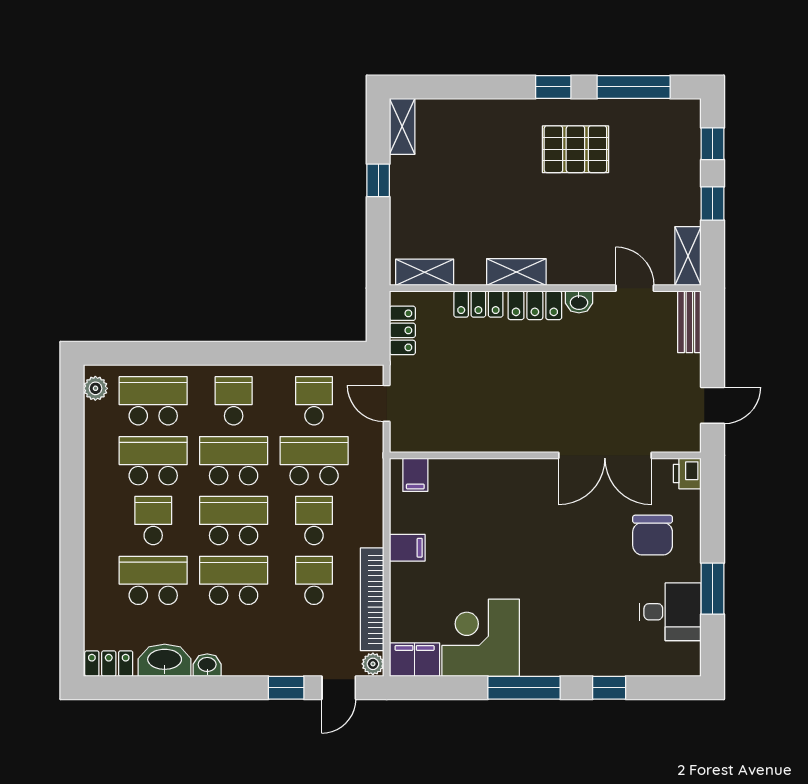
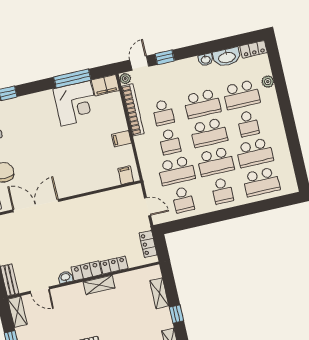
shelving: (425, 272) -> (159, 293), moved, turned 90
plant: (95, 388) -> (268, 82), moved
window: (524, 688) -> (72, 78), moved

